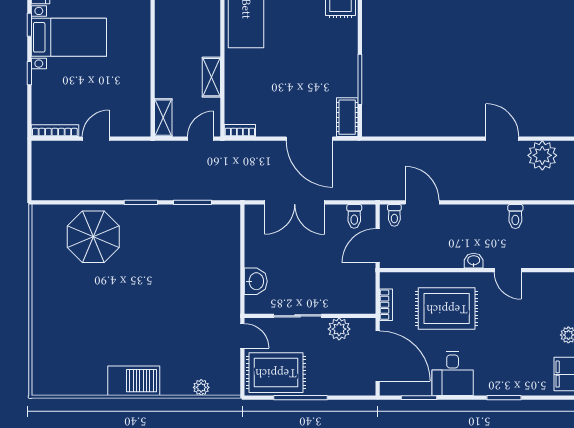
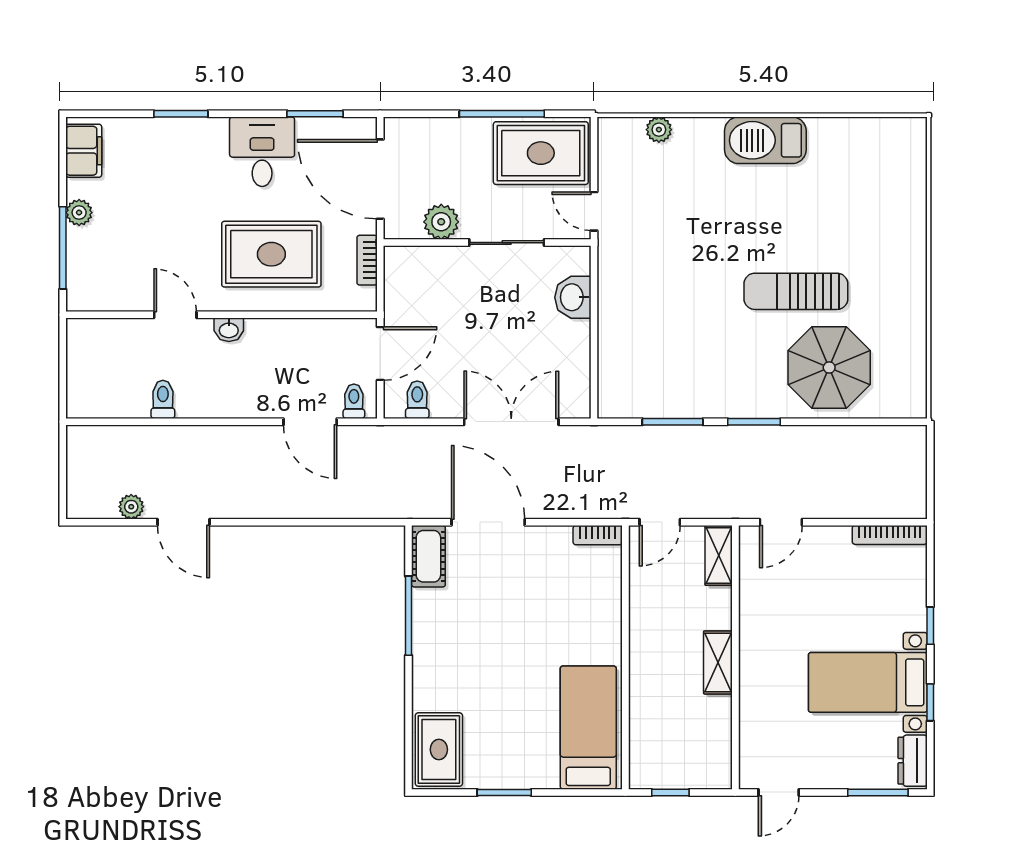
shelving: (211, 77) -> (718, 662), moved
door: (96, 139) -> (781, 522), moved
plant: (542, 155) -> (131, 507), width x0.53, depth x0.53
sun lounger: (114, 285) -> (796, 291), added

